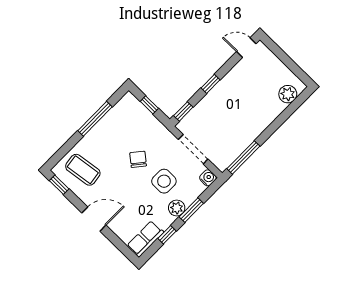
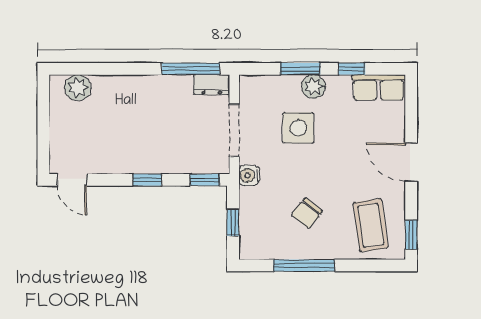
chair: (138, 159) -> (307, 213), moved
dresser: (226, 160) -> (212, 85), added
water cooler: (208, 178) -> (249, 175), moved

